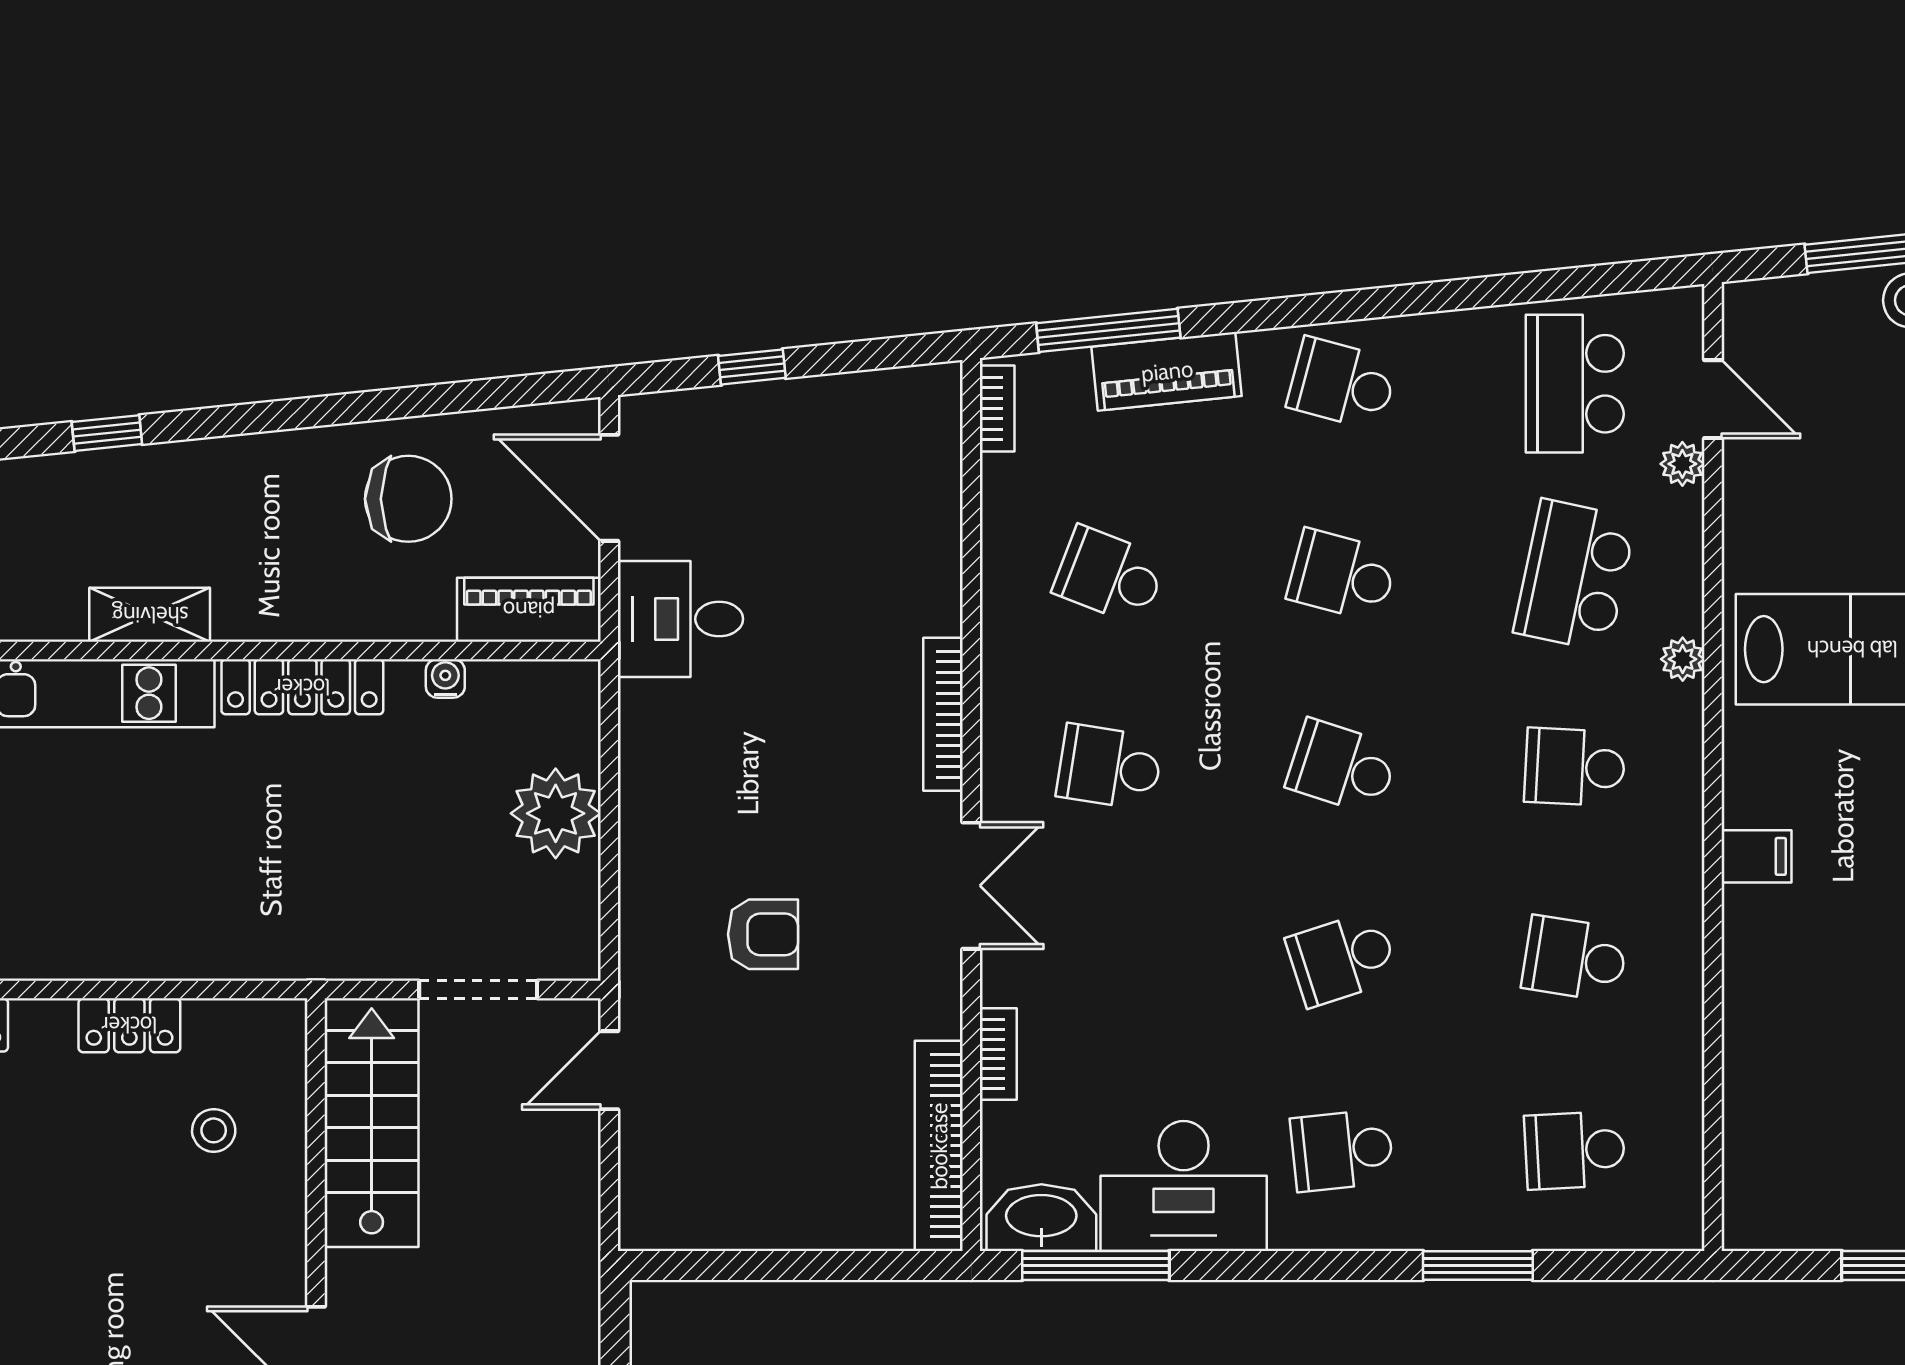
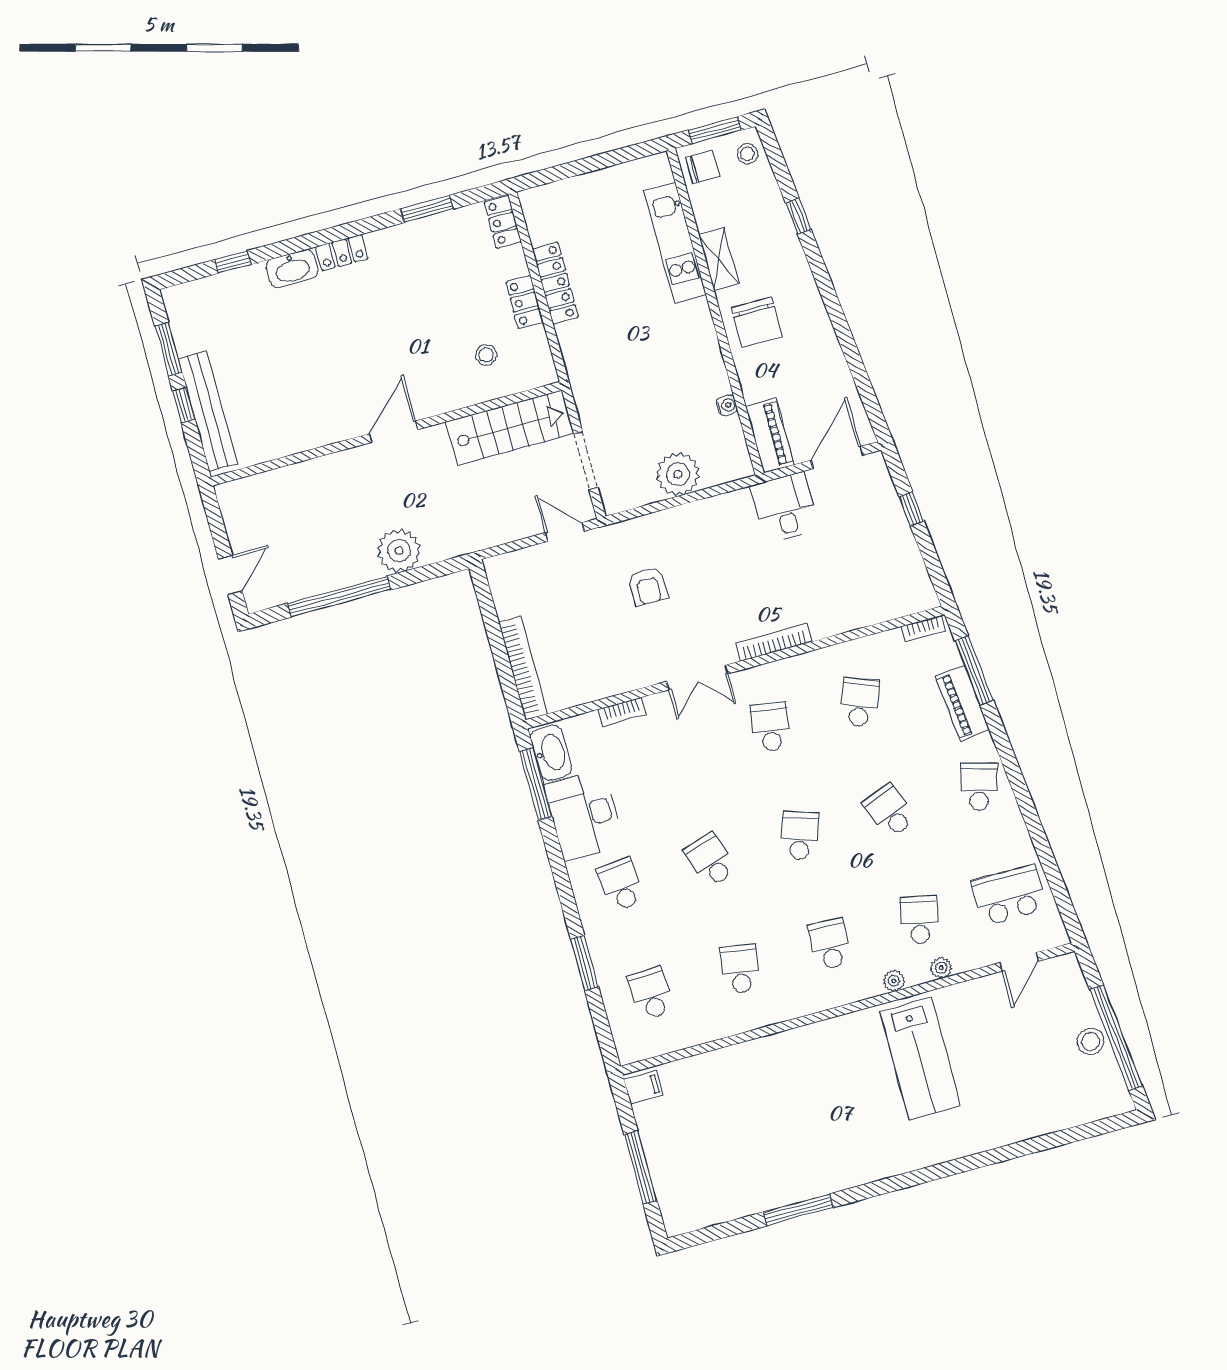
plant: (1682, 464) -> (941, 968), moved
chair: (408, 499) -> (757, 322), moved
school desk: (1342, 575) -> (890, 811), turned -36
school desk: (1575, 575) -> (919, 920), width x0.54
locker: (302, 687) -> (555, 283), moved, turned 180
filing cabinet: (1756, 856) -> (643, 1087), moved, turned -90
bookcase: (939, 1146) -> (523, 668), moved, turned 90

